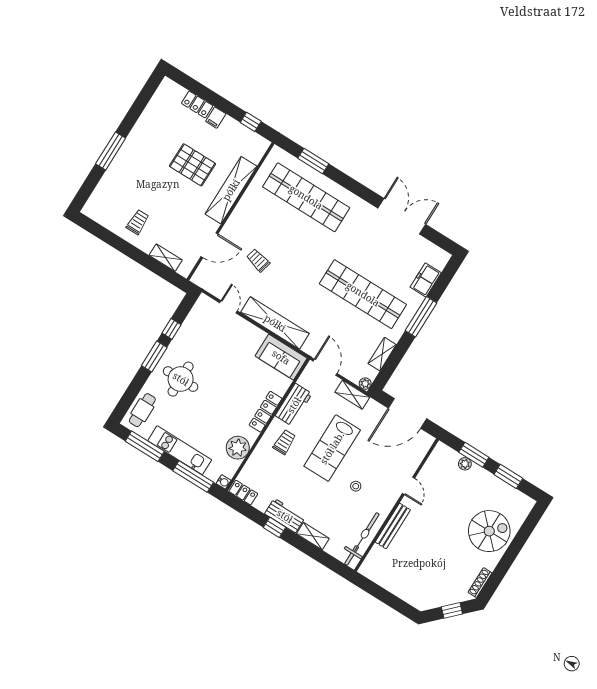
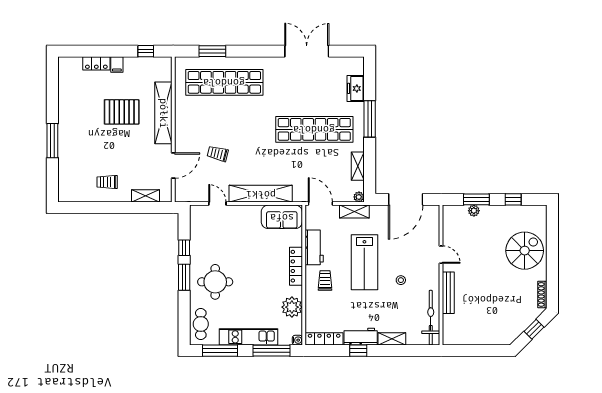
trolley: (138, 222) -> (107, 182), turned -90
window: (508, 476) -> (513, 199), width x0.67
locker: (243, 493) -> (324, 339), width x1.53

